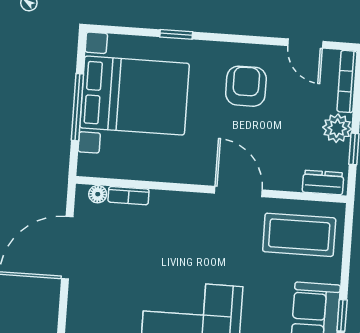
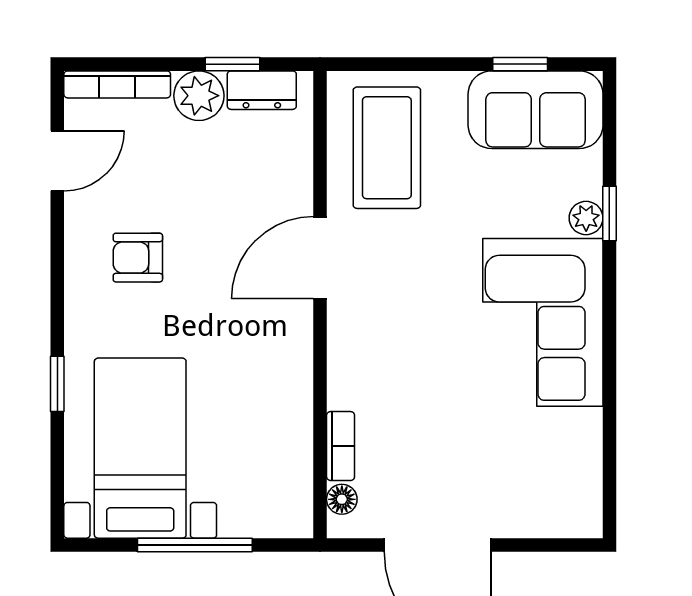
armchair: (246, 86) -> (138, 258), width x0.72, depth x0.72
bed with nightstands: (134, 96) -> (140, 448), width x0.73
dresser: (323, 182) -> (262, 90), moved, turned -90

